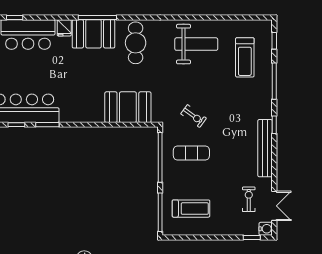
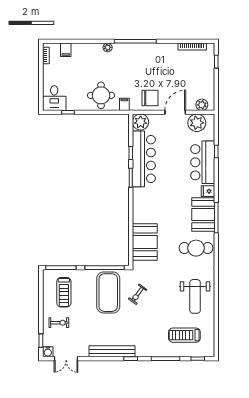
exercise mat: (191, 153) -> (108, 293), width x2.00, depth x1.45
exercise bike: (249, 199) -> (59, 323), moved

